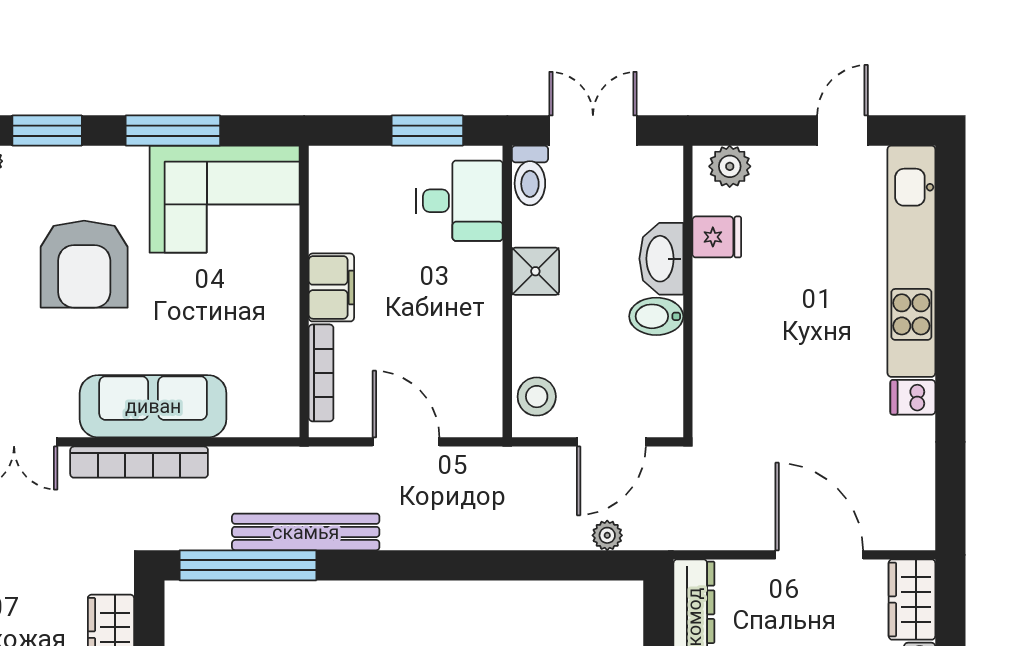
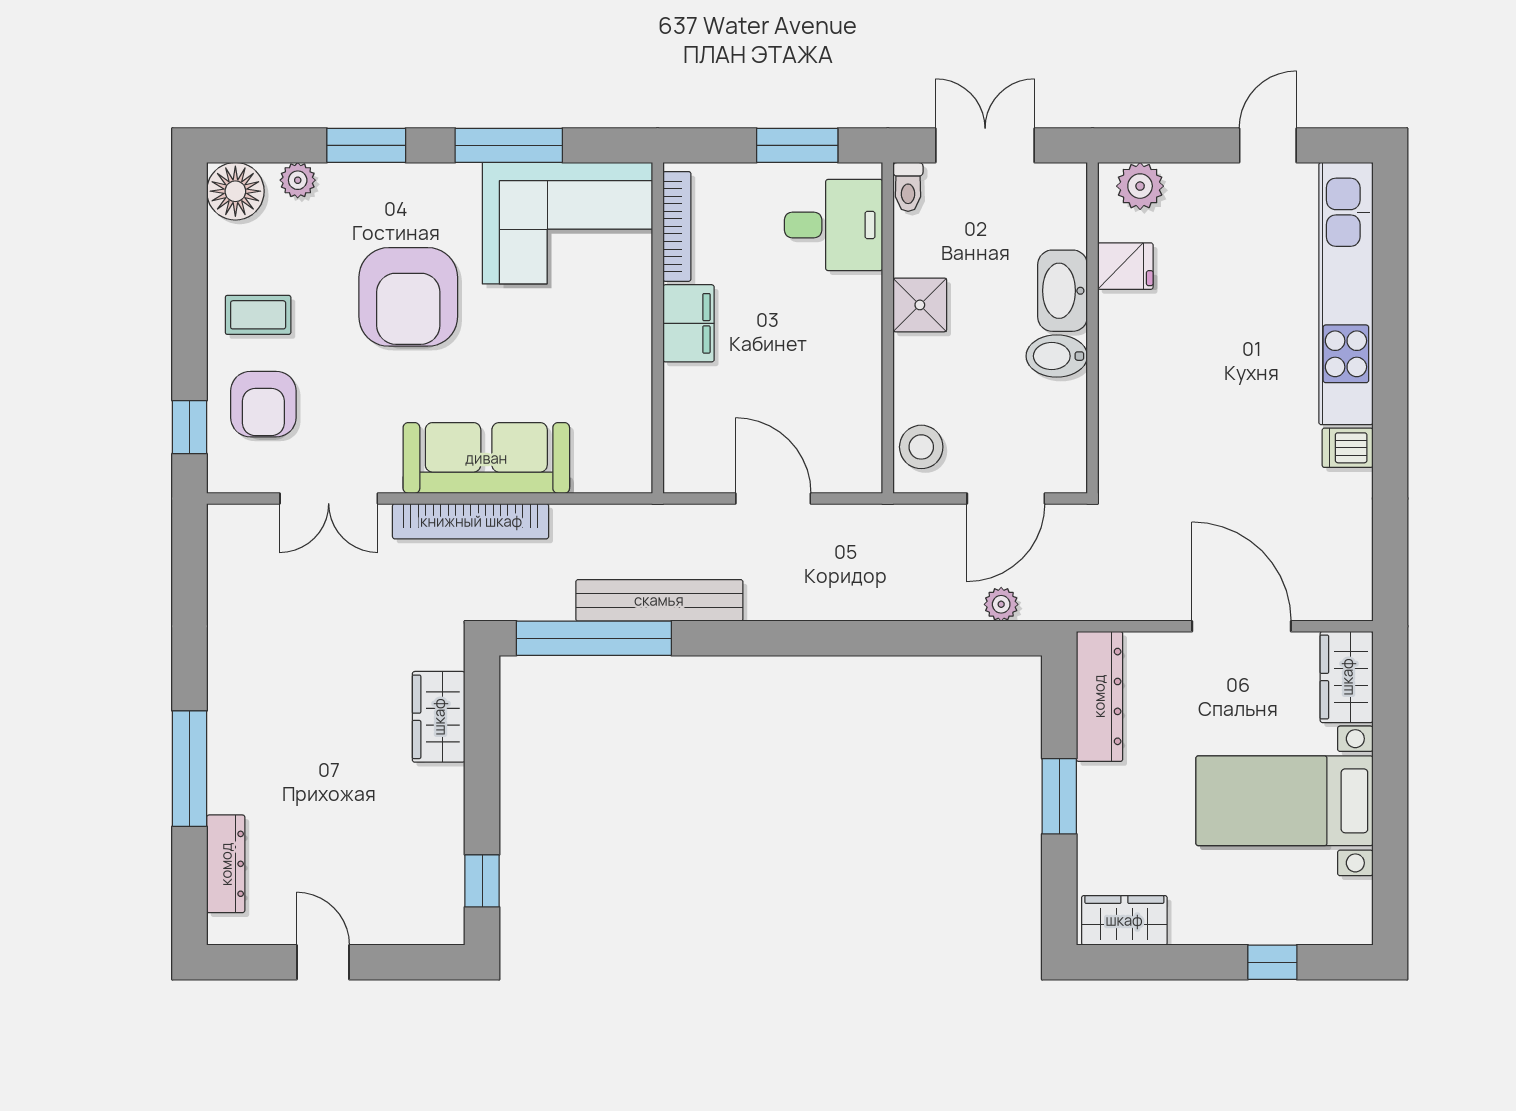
toilet: (530, 176) -> (908, 187), width x0.73, depth x0.72
bookcase: (321, 373) -> (677, 226), moved

